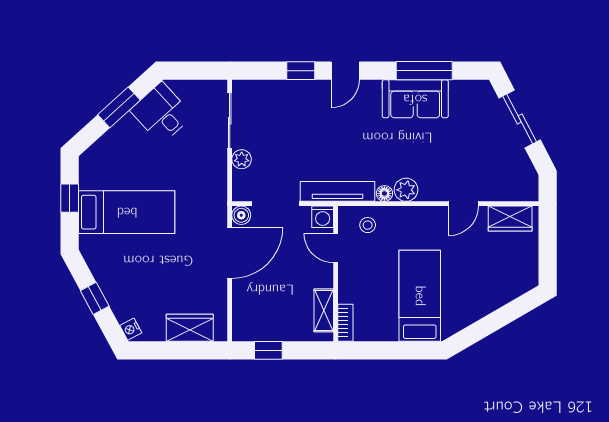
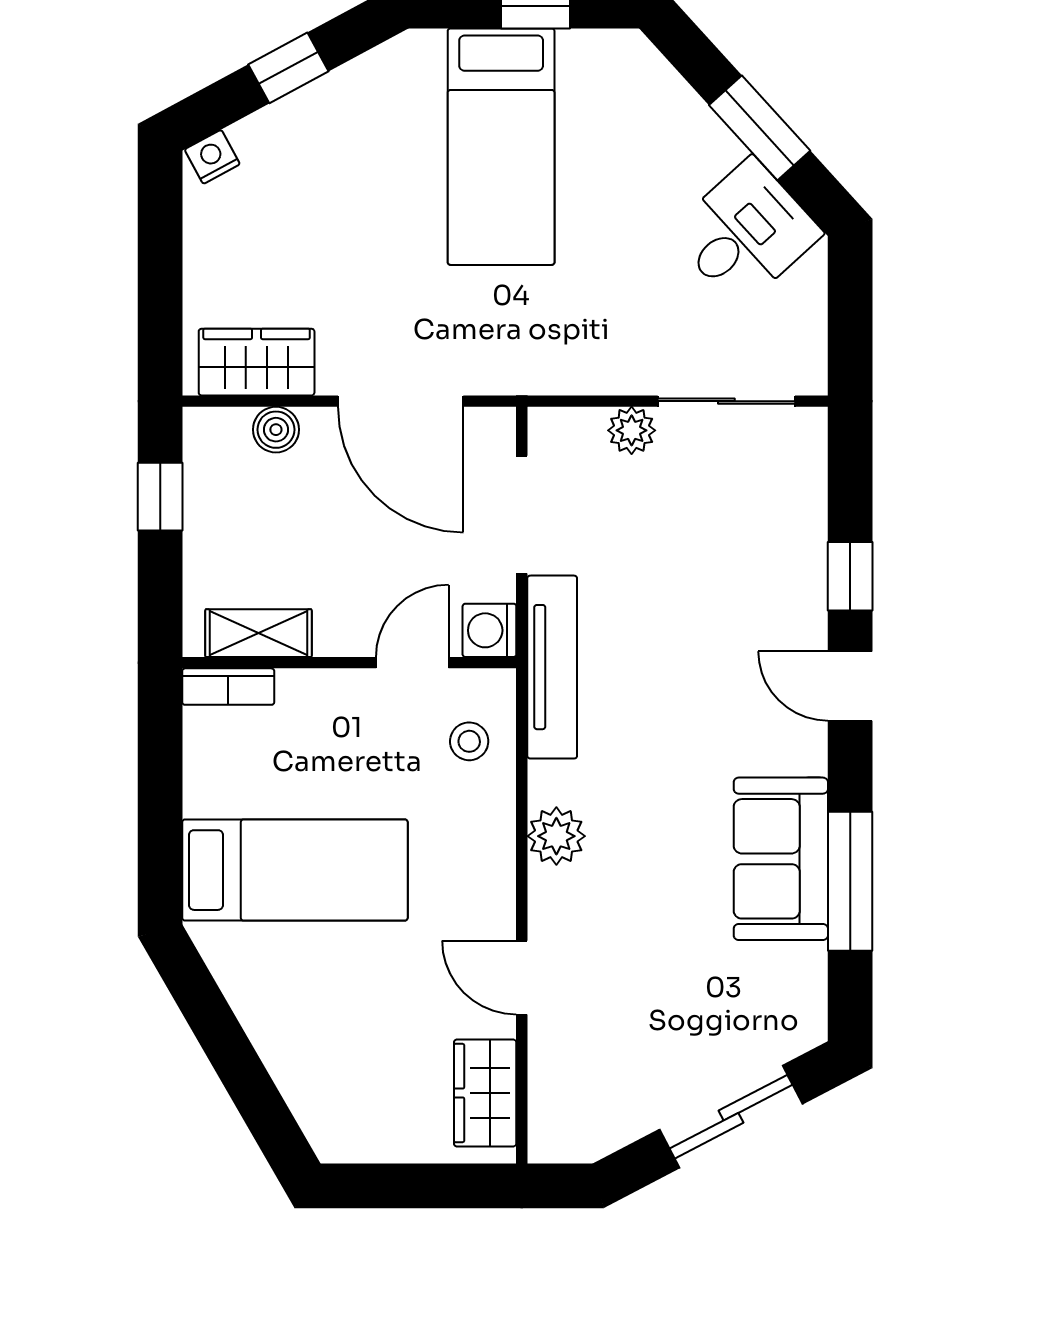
floor lamp: (384, 193) -> (547, 783), removed
boiler: (241, 215) -> (276, 430), moved
wardrobe: (190, 328) -> (257, 362), moved, turned -90

